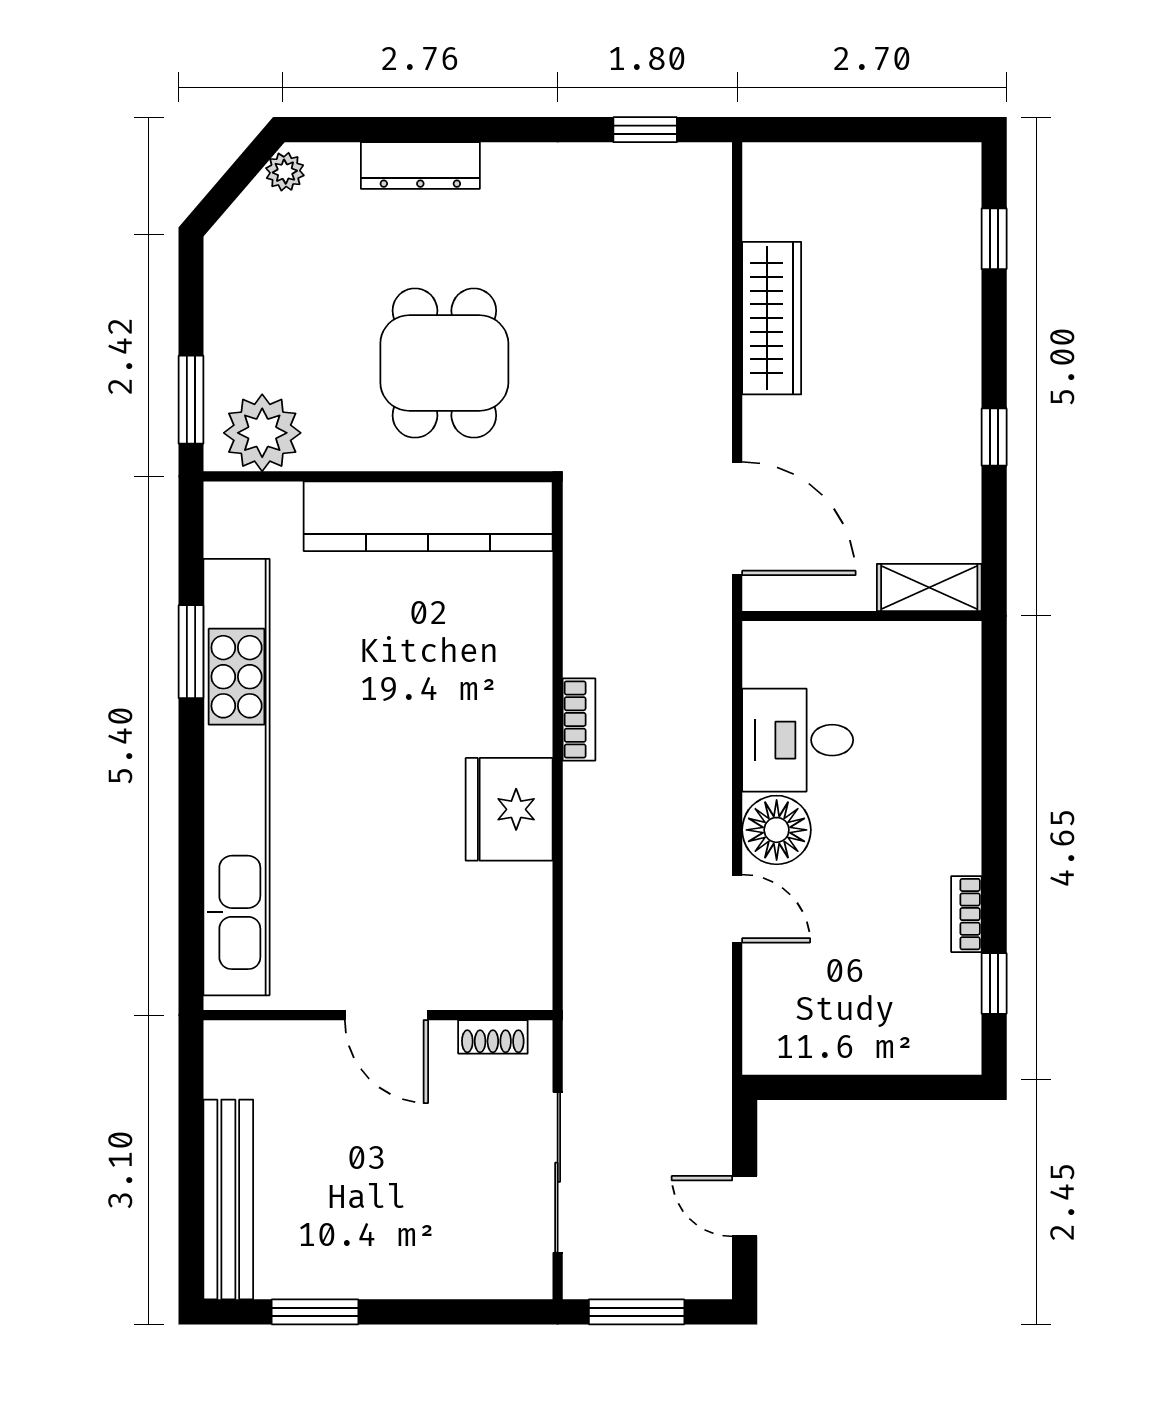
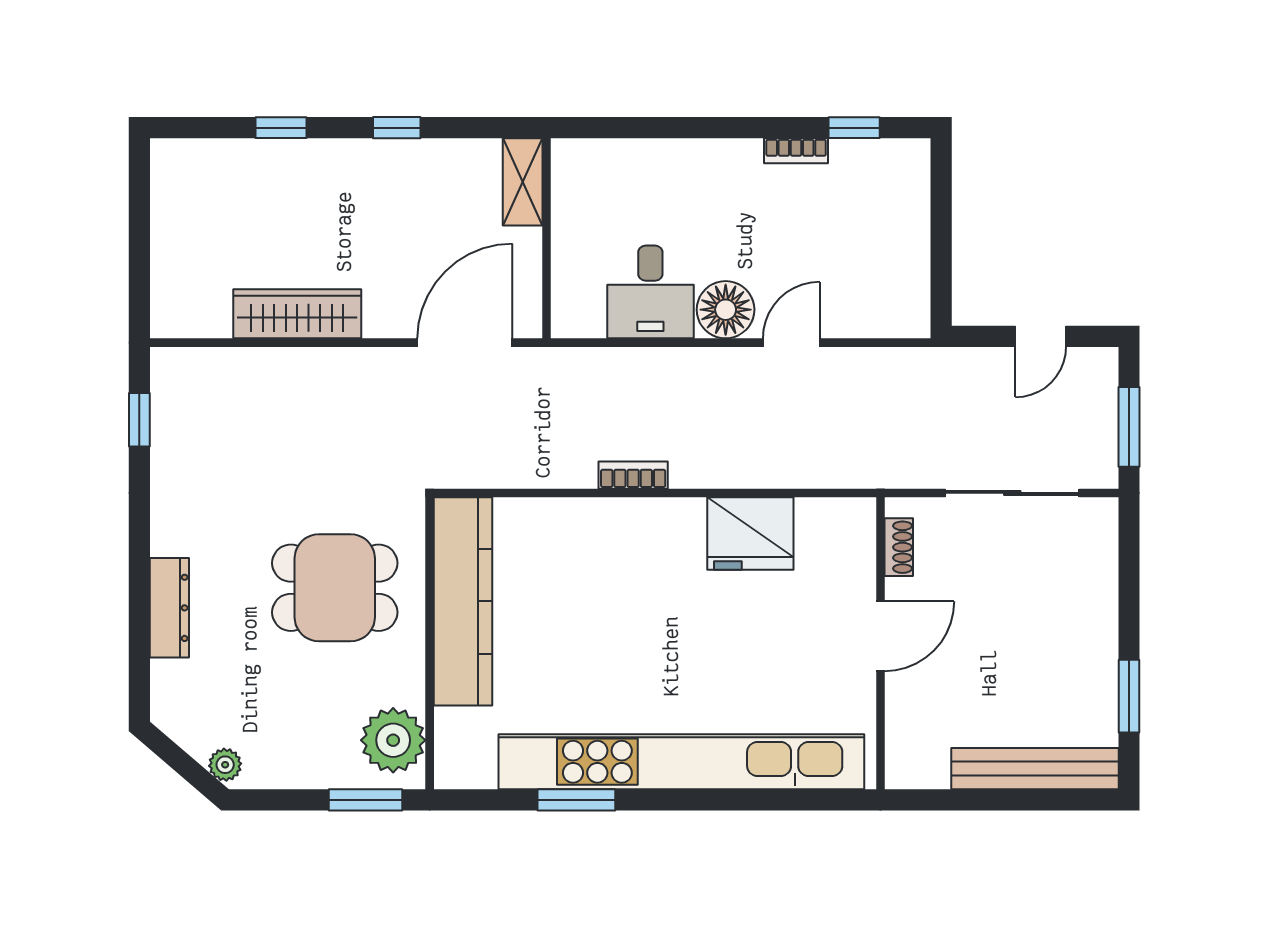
plant: (285, 172) -> (225, 765), moved
window: (994, 239) -> (281, 128), moved
fridge: (509, 809) -> (750, 534), moved

